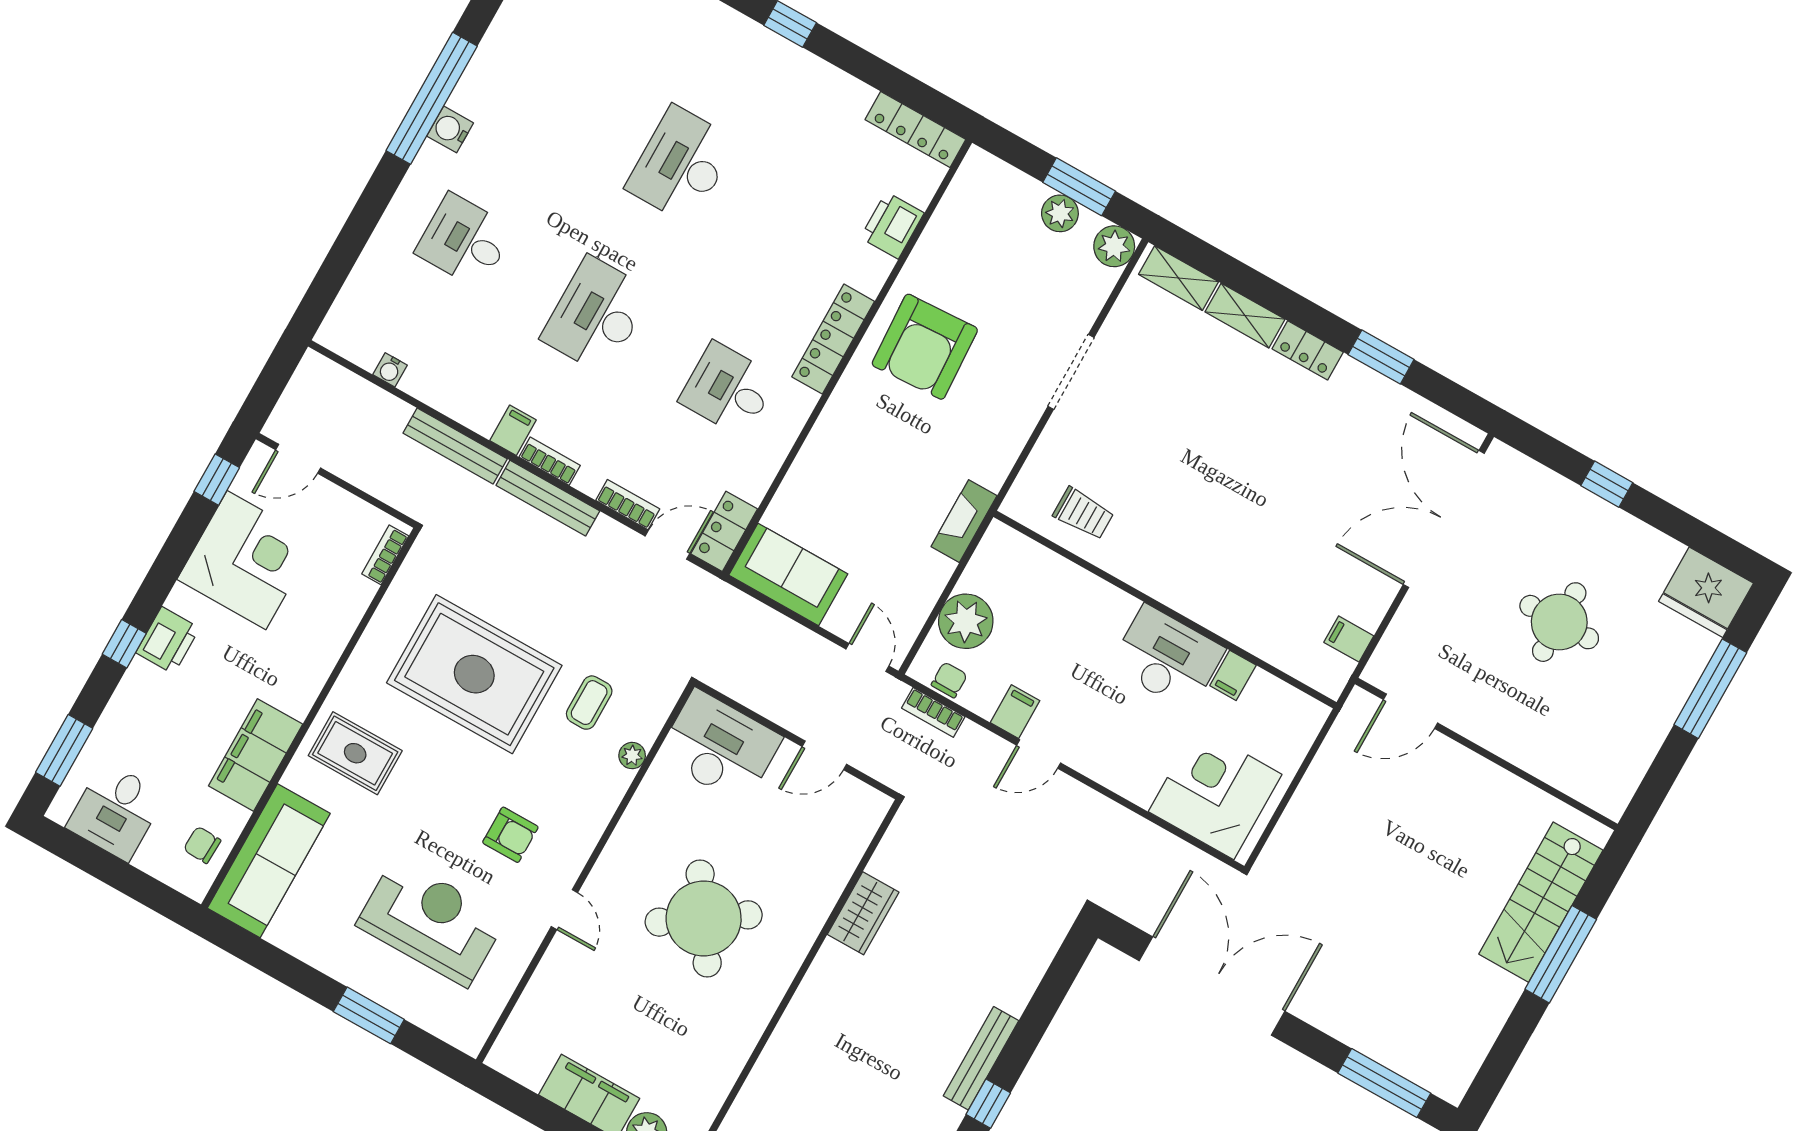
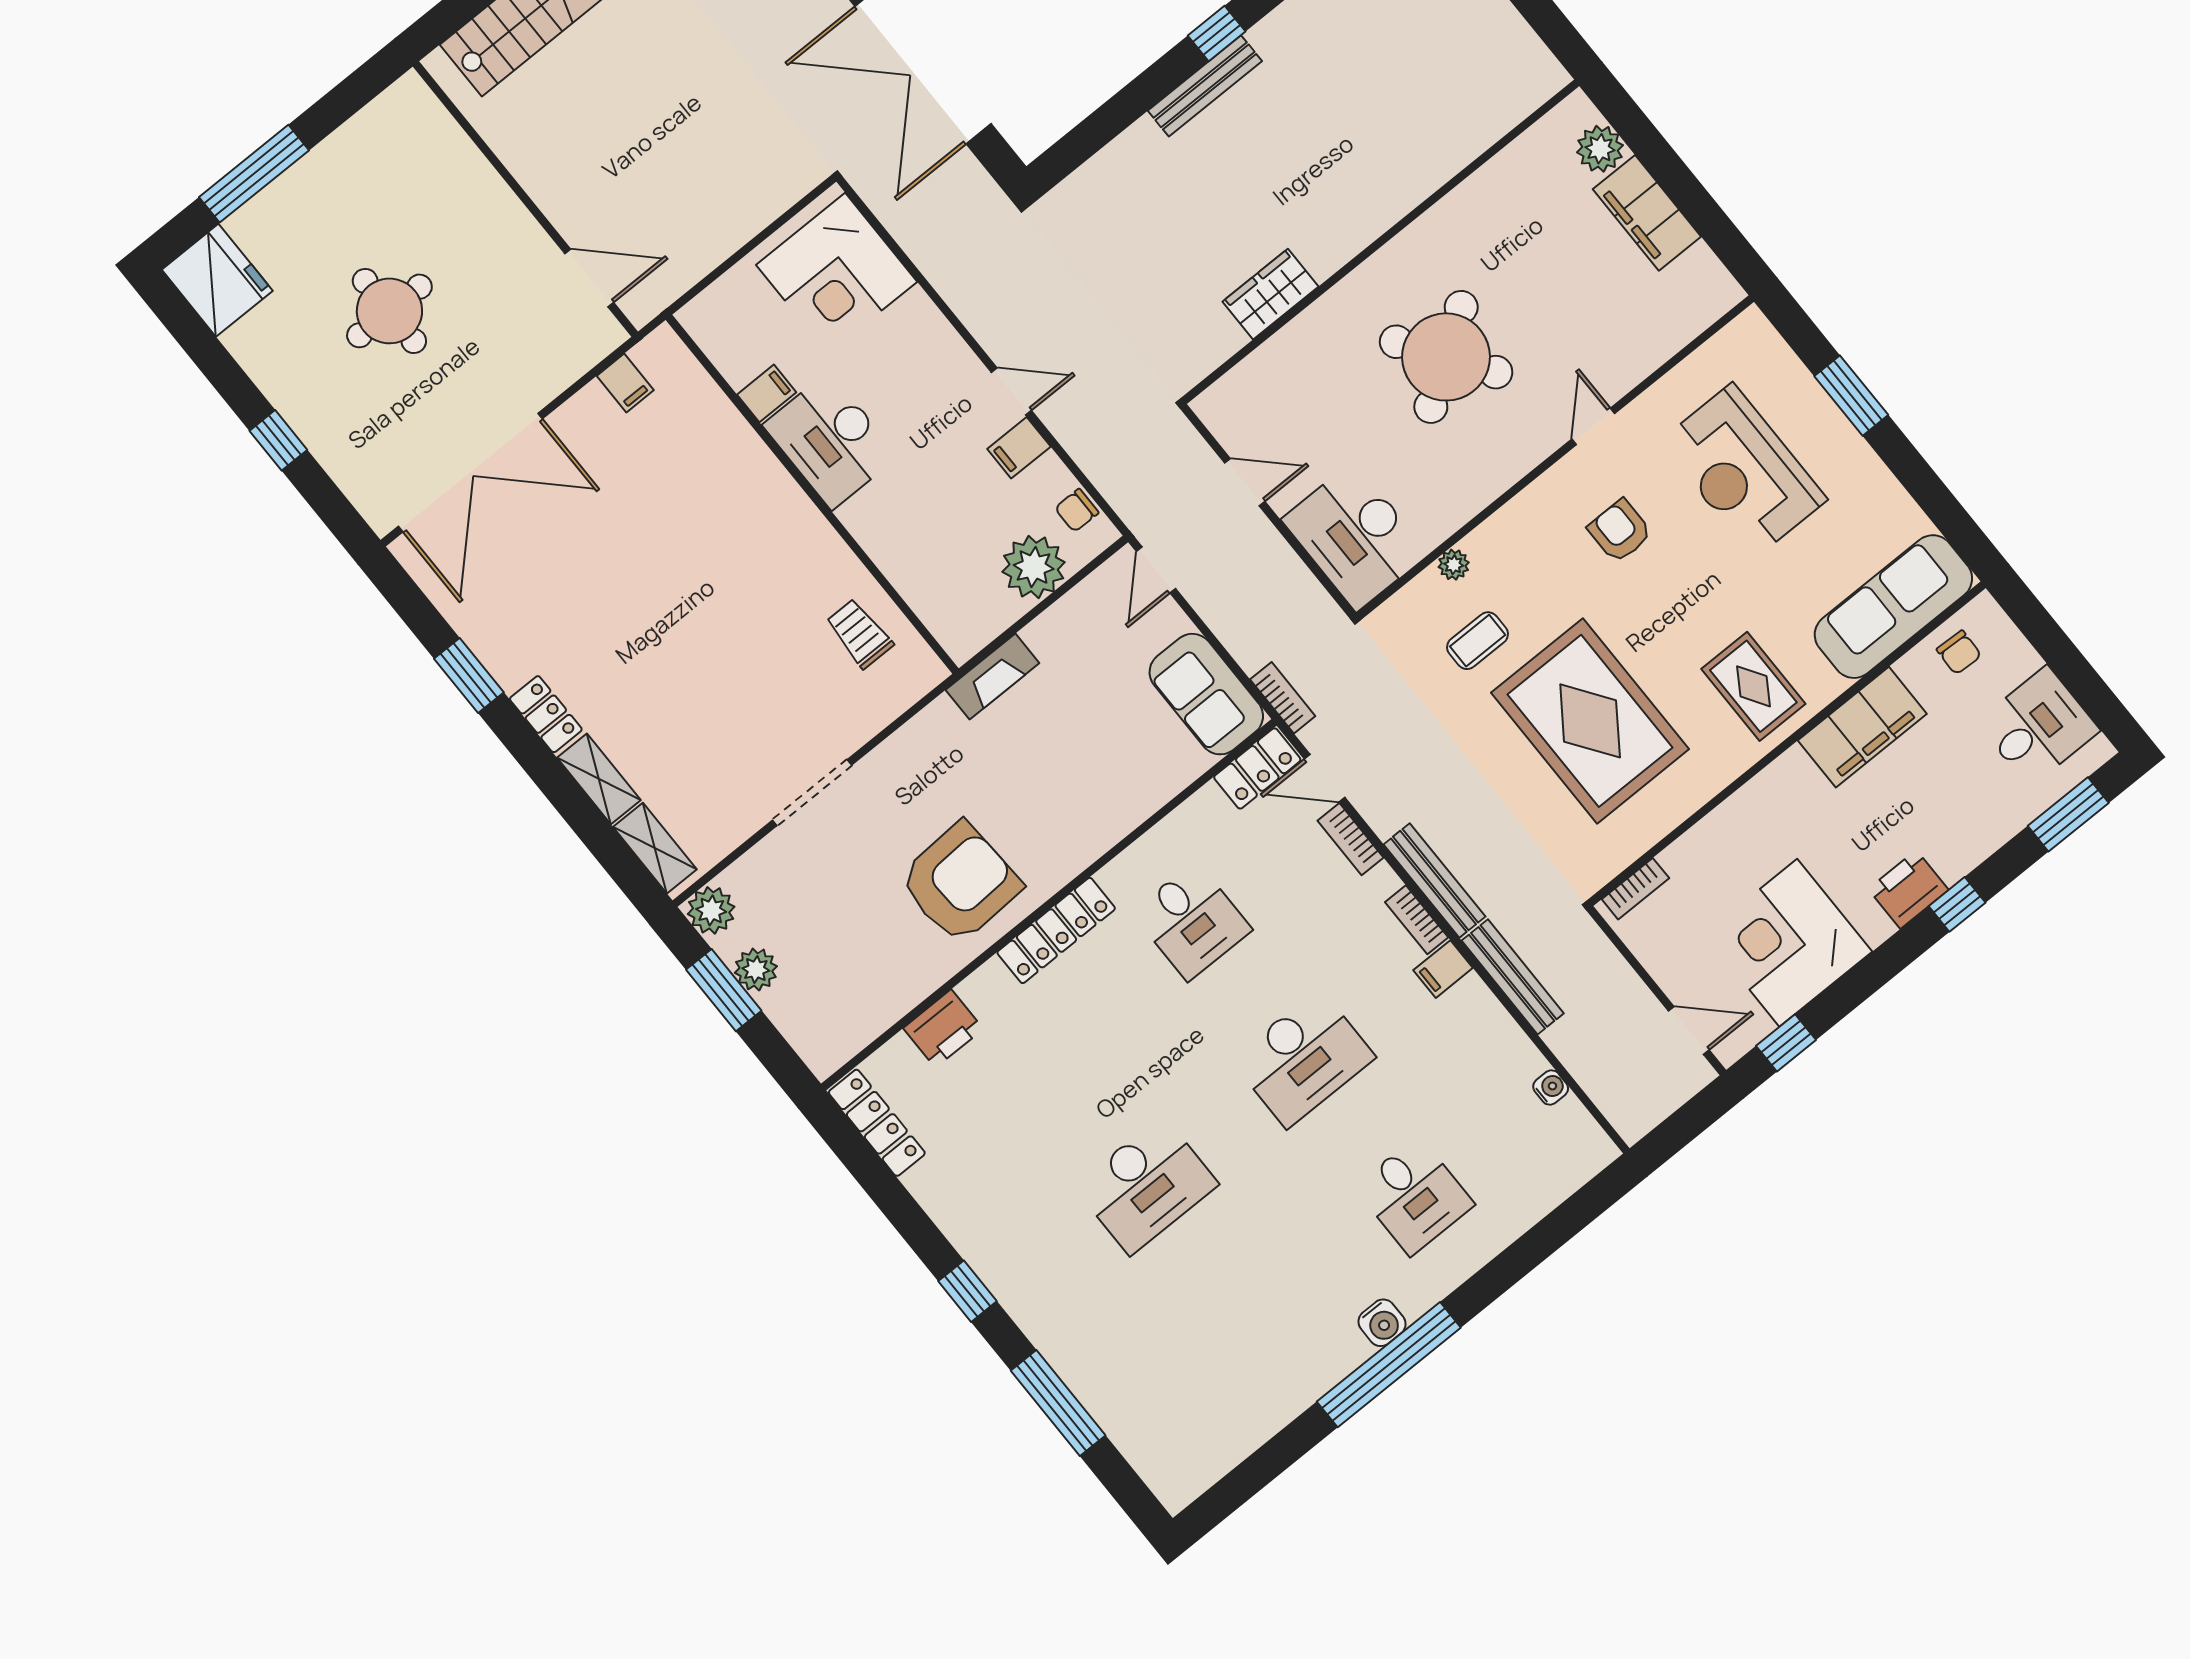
bookcase: (933, 712) -> (1283, 698), moved

